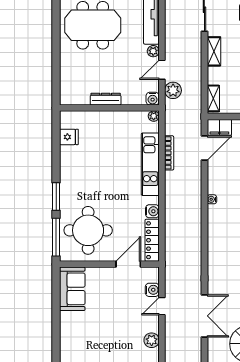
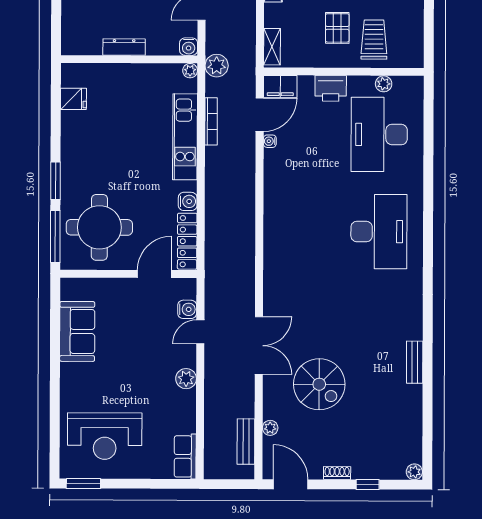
plant: (173, 90) -> (217, 66), moved
water cooler: (212, 199) -> (270, 141), moved
sofa: (72, 289) -> (77, 331), moved

